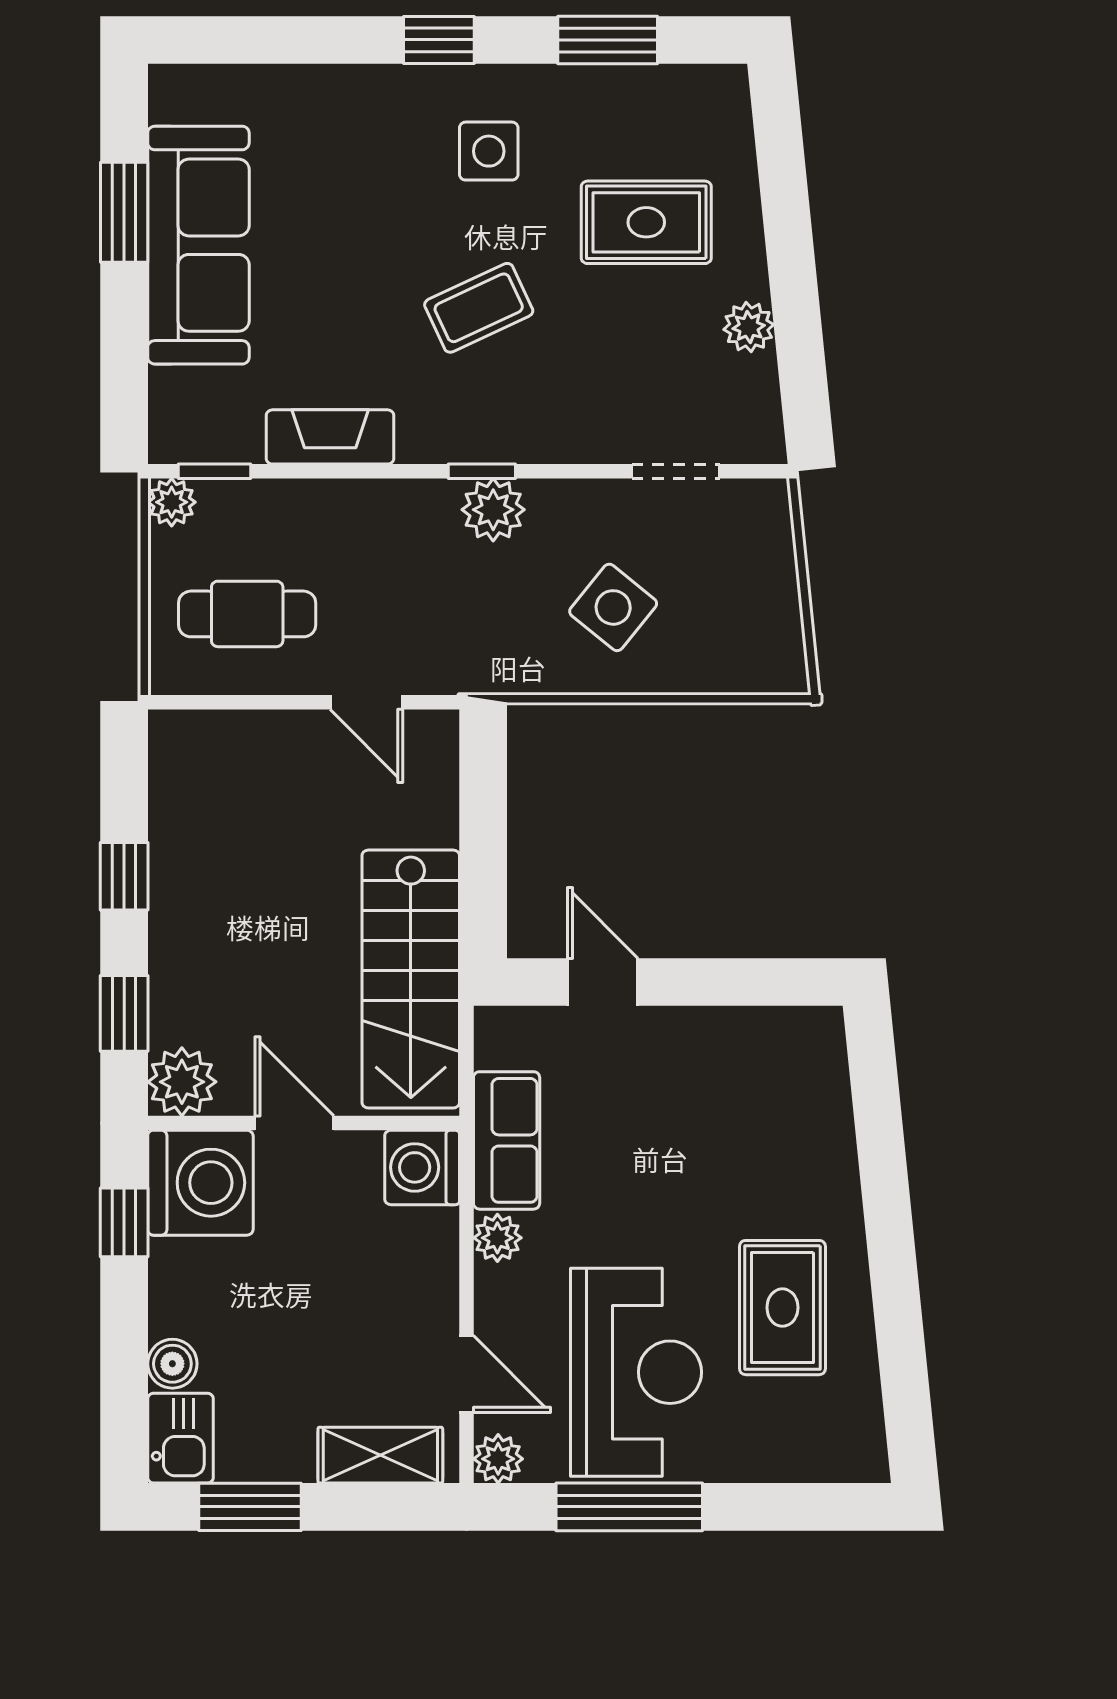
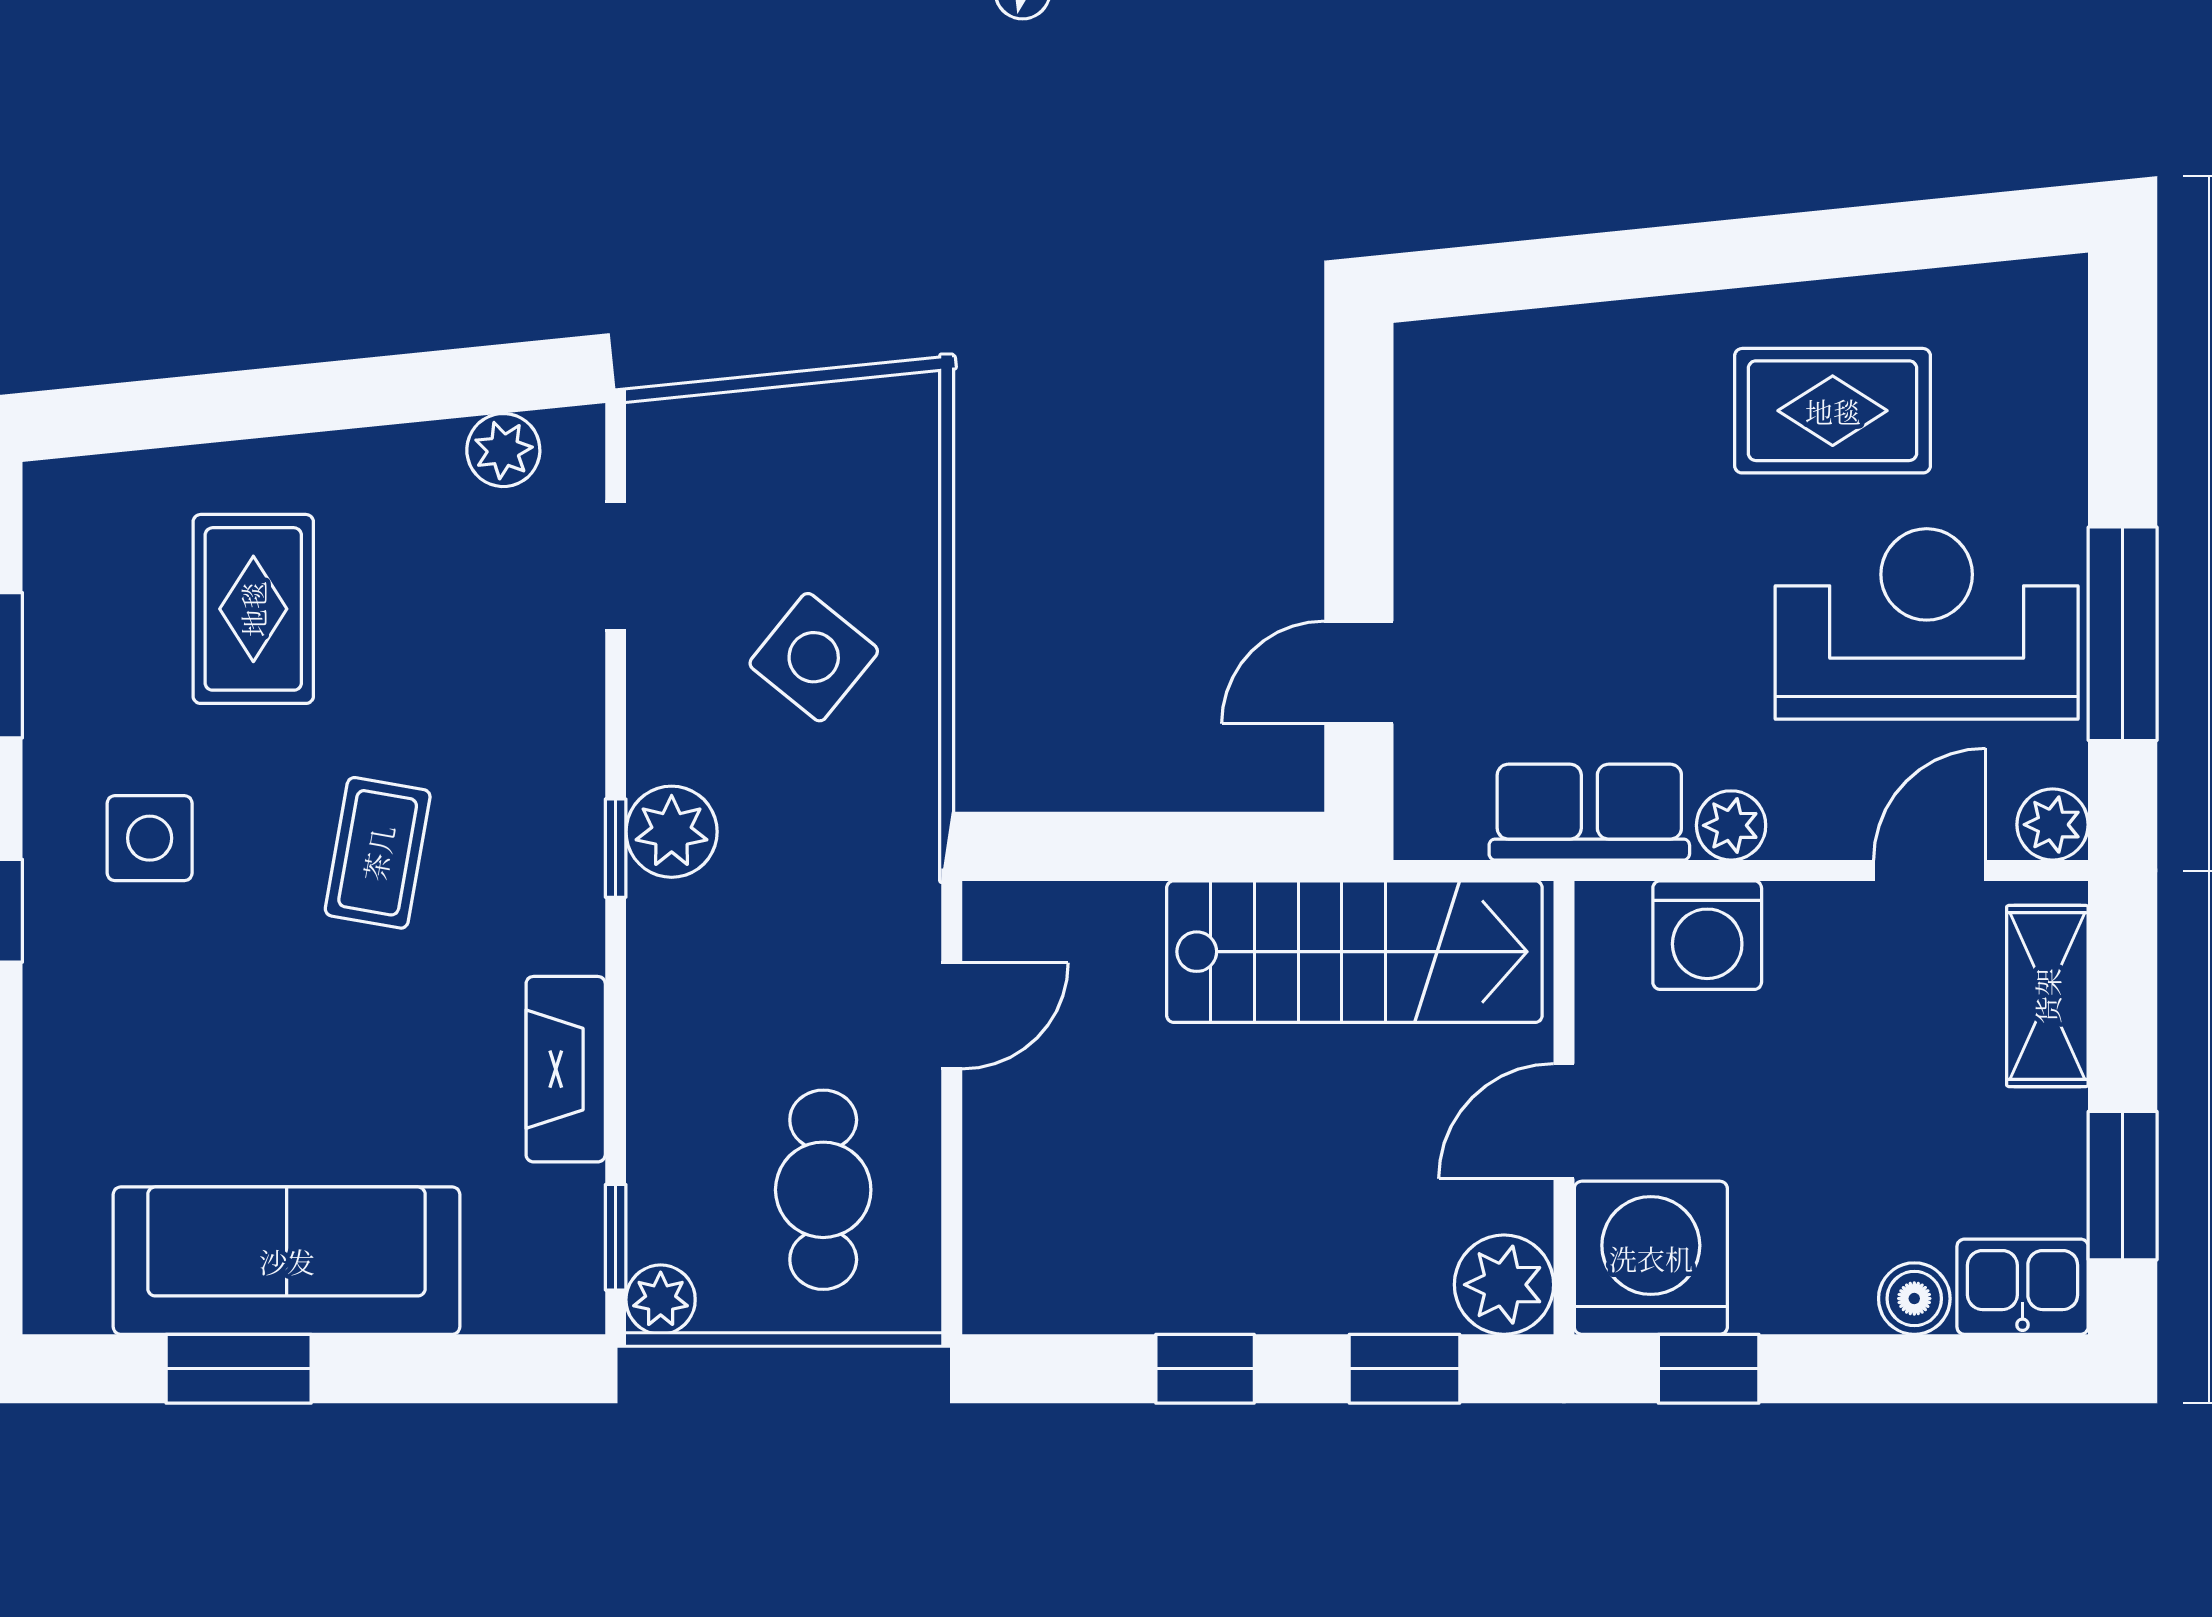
coffee table: (479, 308) -> (378, 853), turned 35
plant: (749, 327) -> (503, 450), moved
washing machine: (422, 1167) -> (1707, 935), moved

